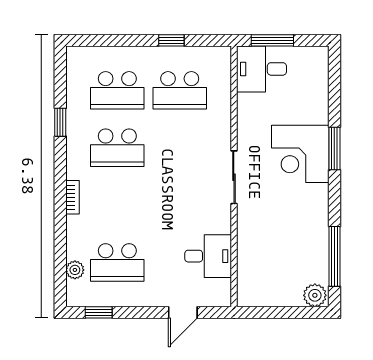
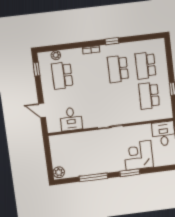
window: (60, 122) -> (112, 41), moved
corner desk: (300, 154) -> (138, 155), moved
window: (334, 256) -> (93, 177), moved

